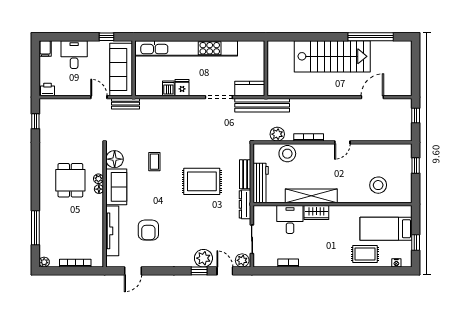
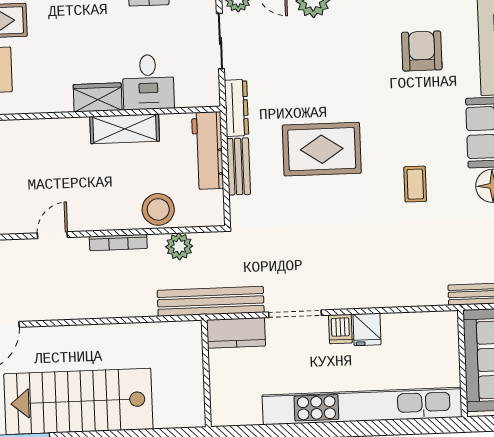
dishwasher: (168, 88) -> (340, 329), moved
shelving: (311, 196) -> (125, 129), width x0.68

